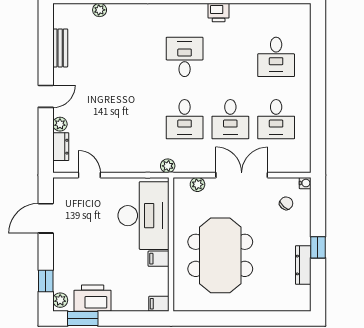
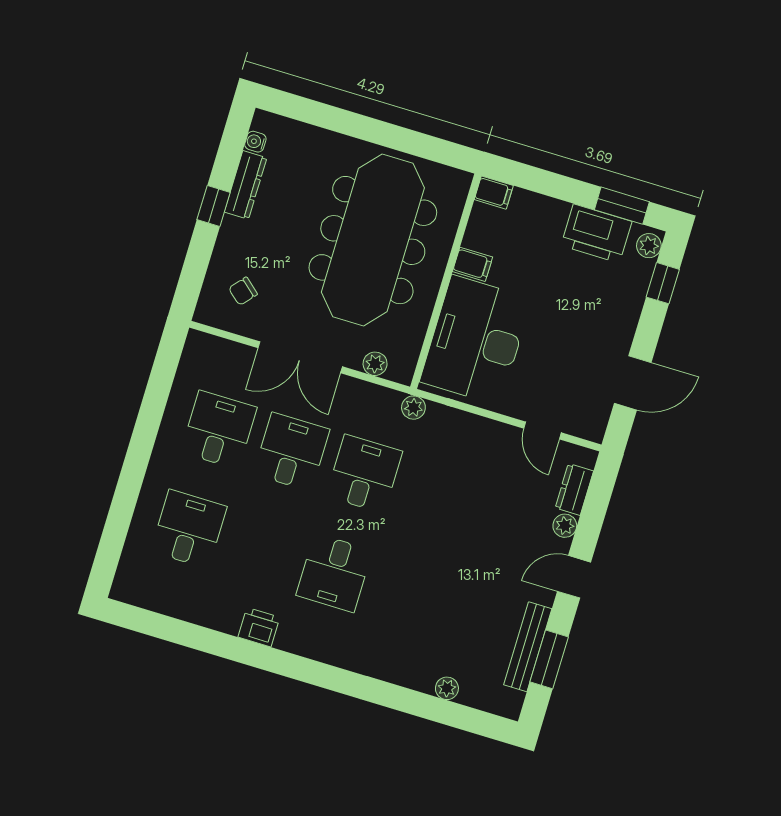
window: (46, 44) -> (549, 659), added
bench: (60, 48) -> (528, 647), width x1.36
water cooler: (305, 183) -> (255, 142), moved
meeting table: (220, 255) -> (373, 240), width x1.36

